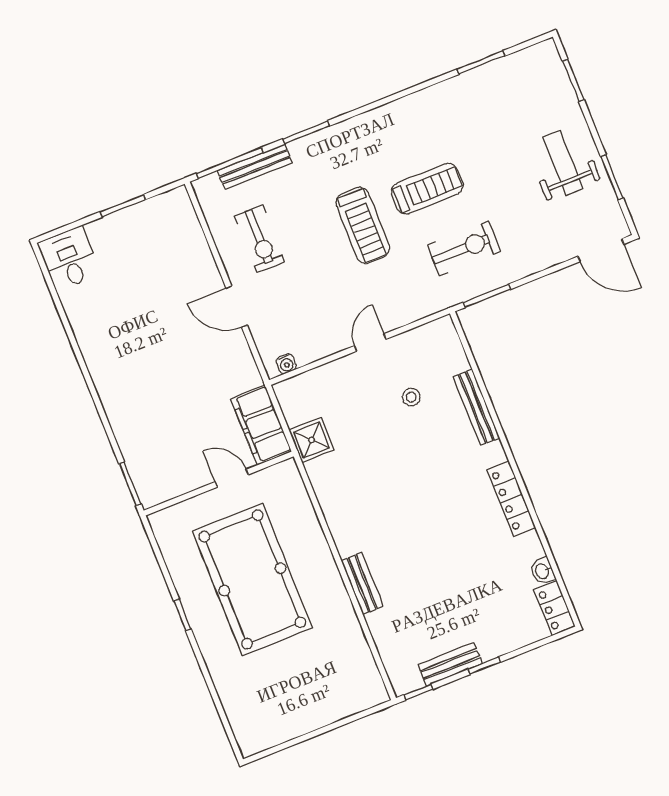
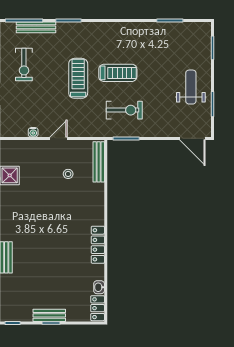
treadmill: (363, 225) -> (78, 78), turned 180
water cooler: (286, 364) -> (33, 132), moved
bench: (476, 407) -> (99, 162), moved
bench: (450, 664) -> (49, 315), moved

